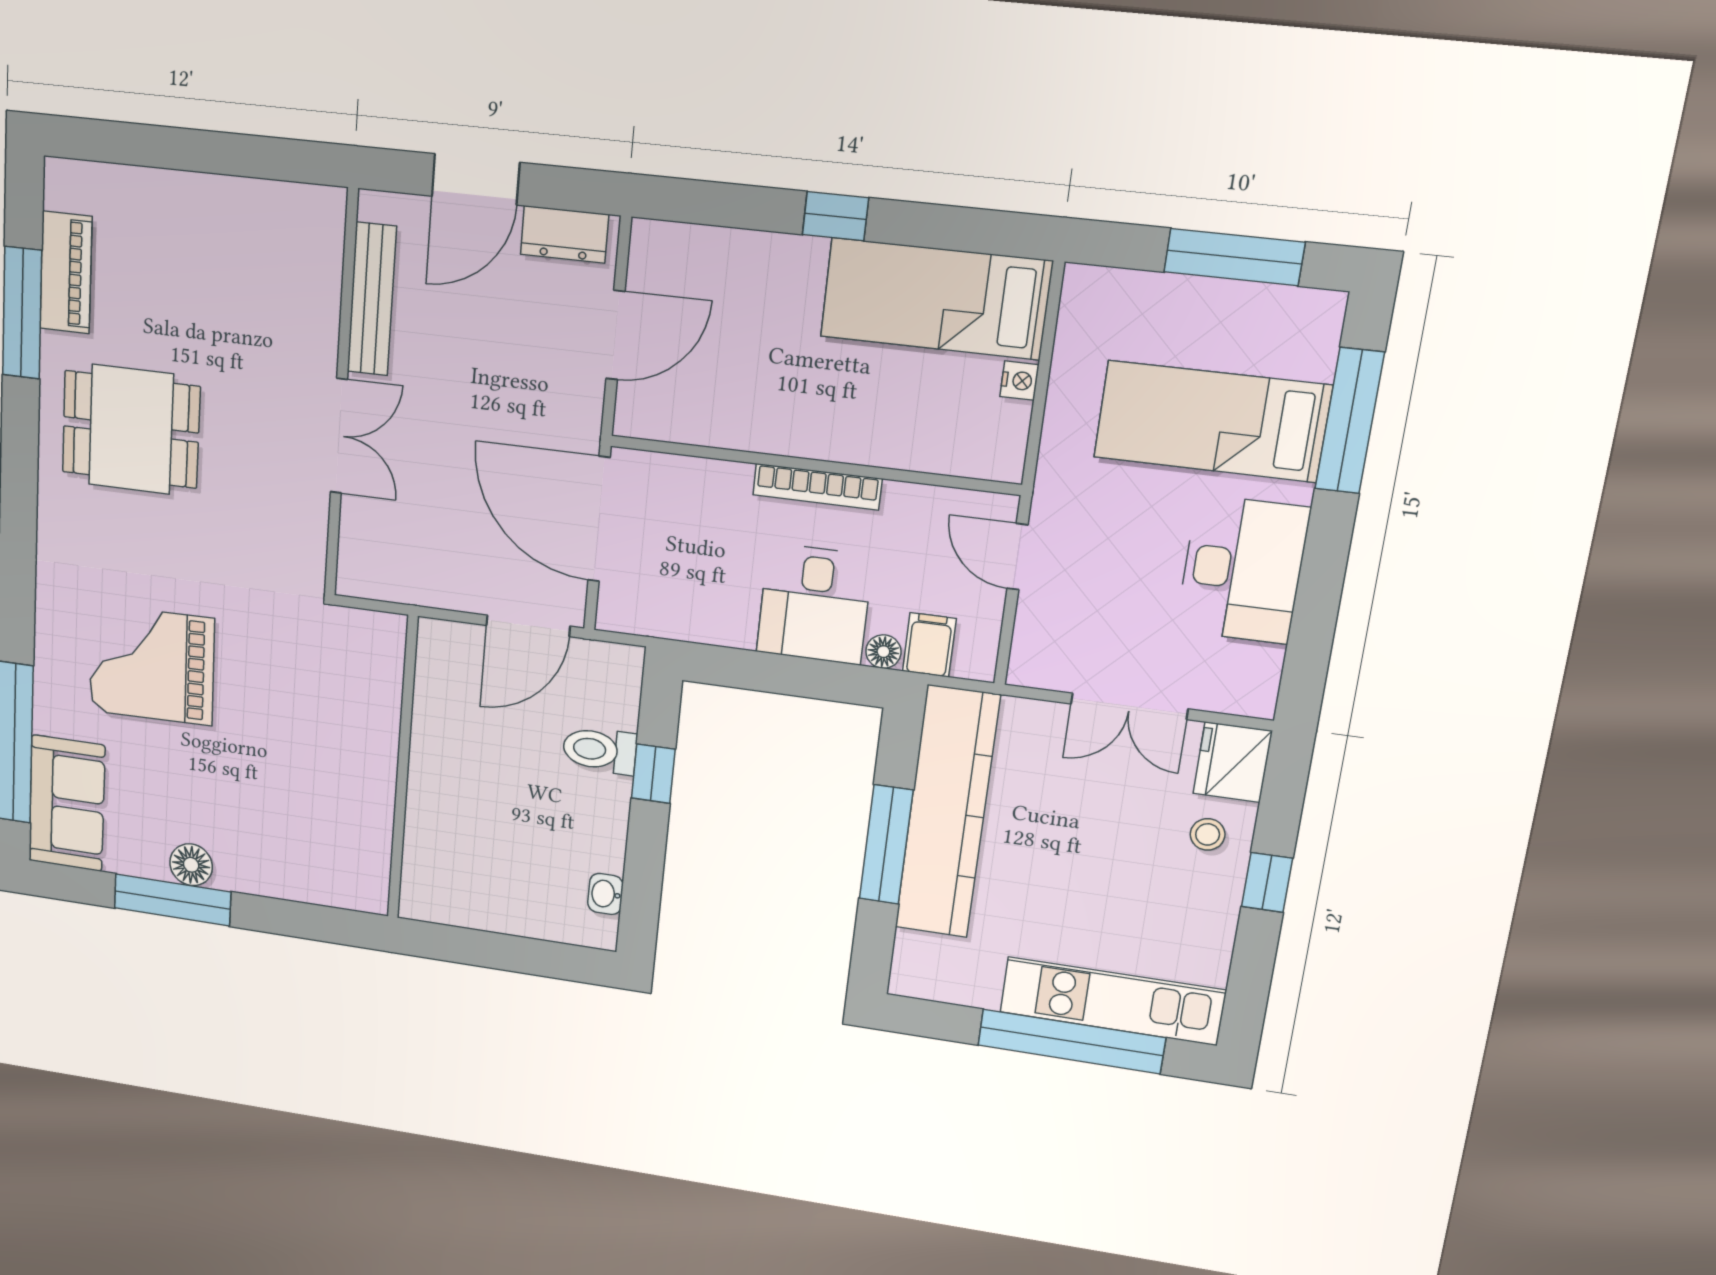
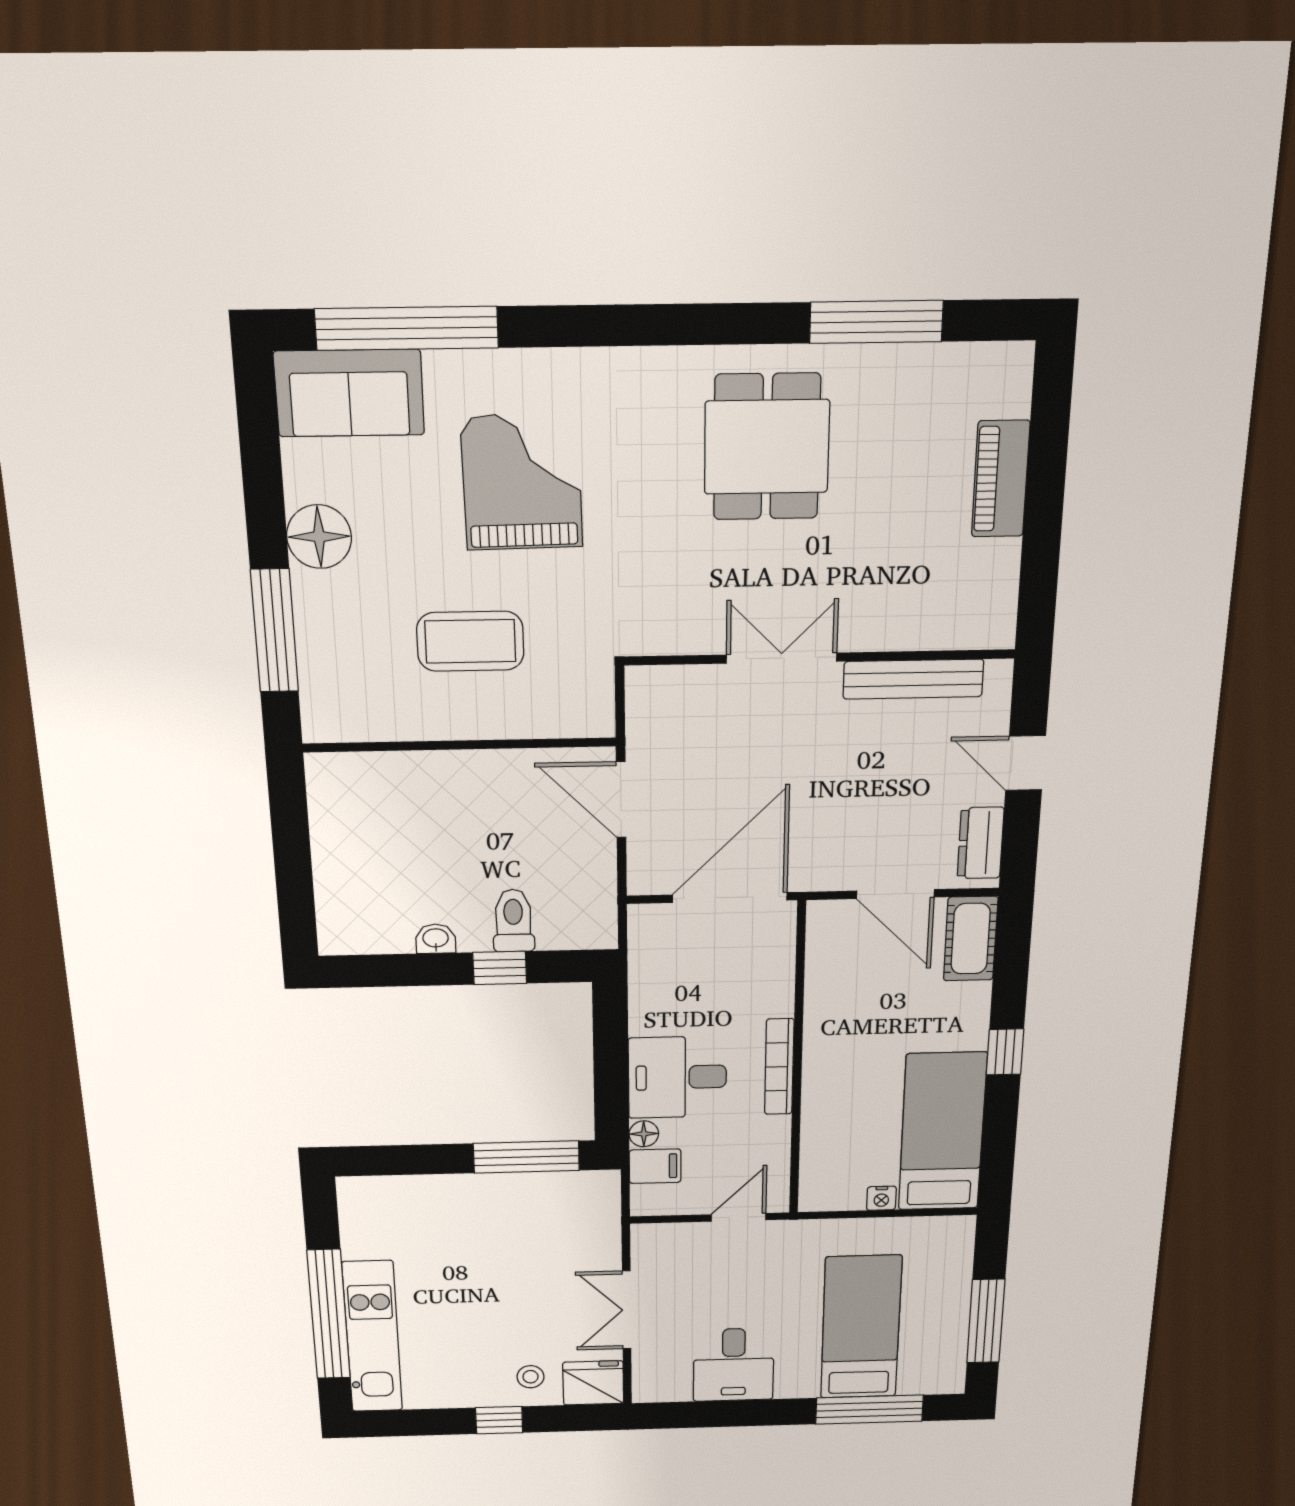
door: (476, 179) -> (1026, 763), width x0.73
cot: (681, 251) -> (971, 939), added
piano: (66, 273) -> (1001, 479), moved, turned 90
double door: (339, 436) -> (782, 658), swing flipped
desk: (1243, 569) -> (734, 1365), width x0.73
door: (528, 626) -> (621, 800), moved
coffee table: (299, 739) -> (470, 641), added
kitchen counter: (947, 812) -> (511, 1199), removed
window: (886, 845) -> (526, 1157), moved
floor lamp: (191, 865) -> (319, 537), width x1.38, depth x1.38
washbasin: (605, 894) -> (436, 939), moved
window: (173, 900) -> (275, 631), moved

